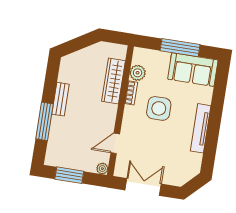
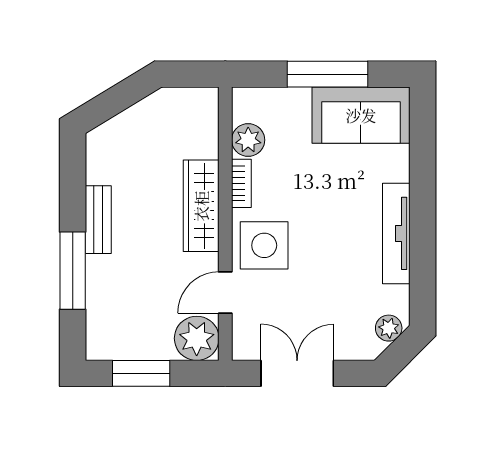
wardrobe: (113, 81) -> (201, 206), moved
side table: (159, 108) -> (264, 245), moved
plant: (102, 169) -> (197, 338), width x1.88, depth x1.88
plant: (190, 173) -> (389, 328), added

